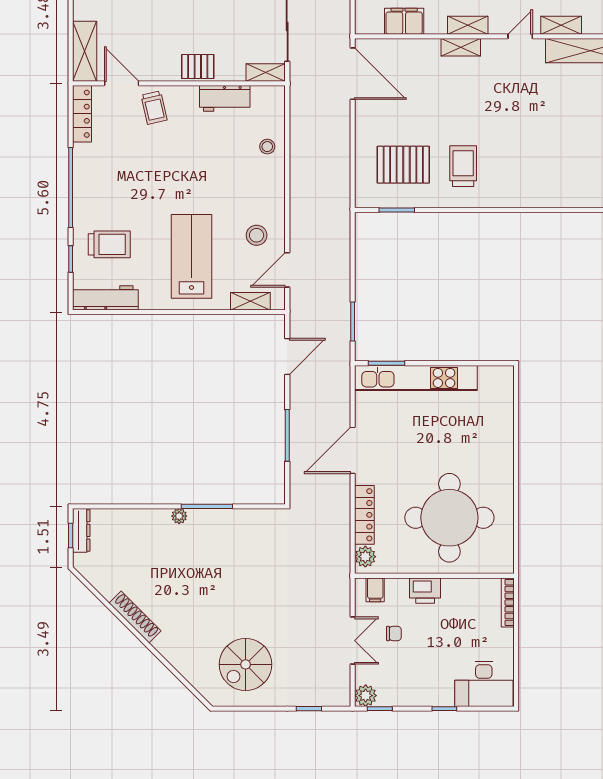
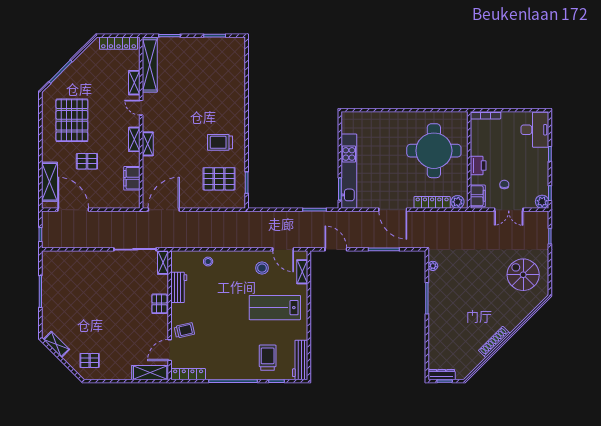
pallet: (403, 165) -> (219, 179), turned 90
plant: (179, 516) -> (433, 266), moved
filing cabinet: (375, 590) -> (478, 196), width x2.00
double door: (353, 641) -> (509, 210), swing flipped
spiral stairs: (246, 664) -> (523, 275), turned 180

